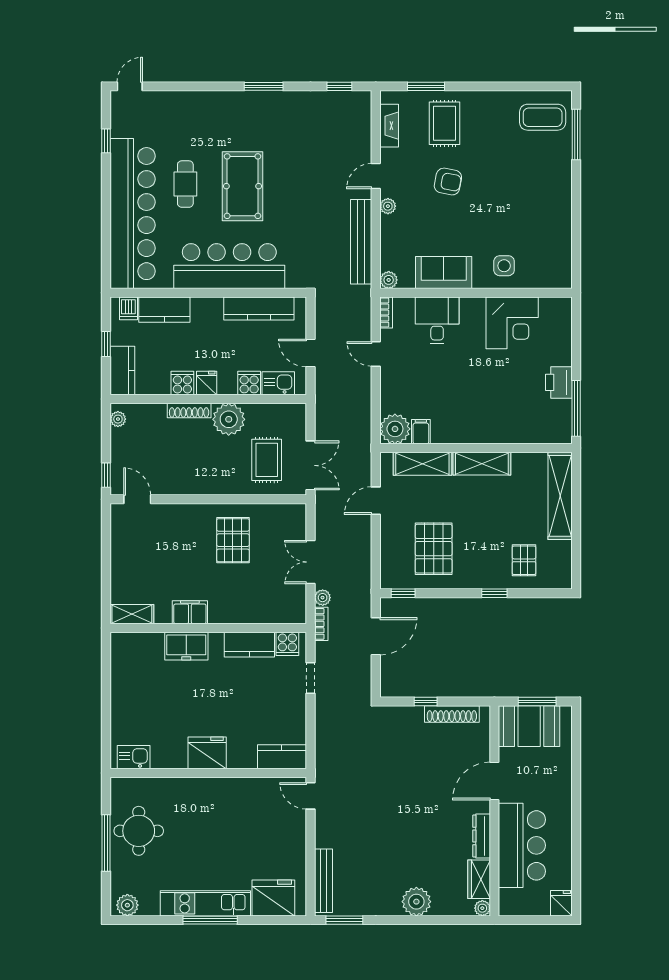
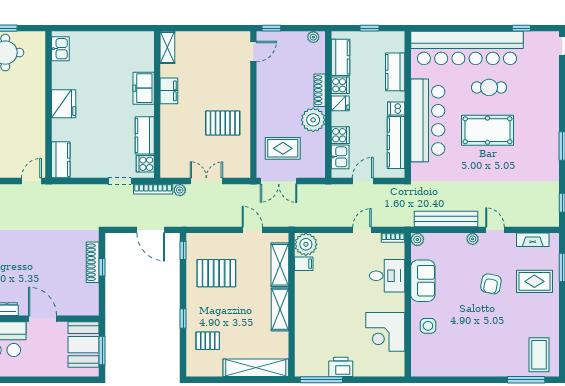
dishwasher: (128, 308) -> (396, 108), moved
kitchen counter: (122, 371) -> (340, 57), moved, turned -90
bookcase: (321, 624) -> (153, 189), width x1.56
shoe rack: (452, 714) -> (93, 262), moved

